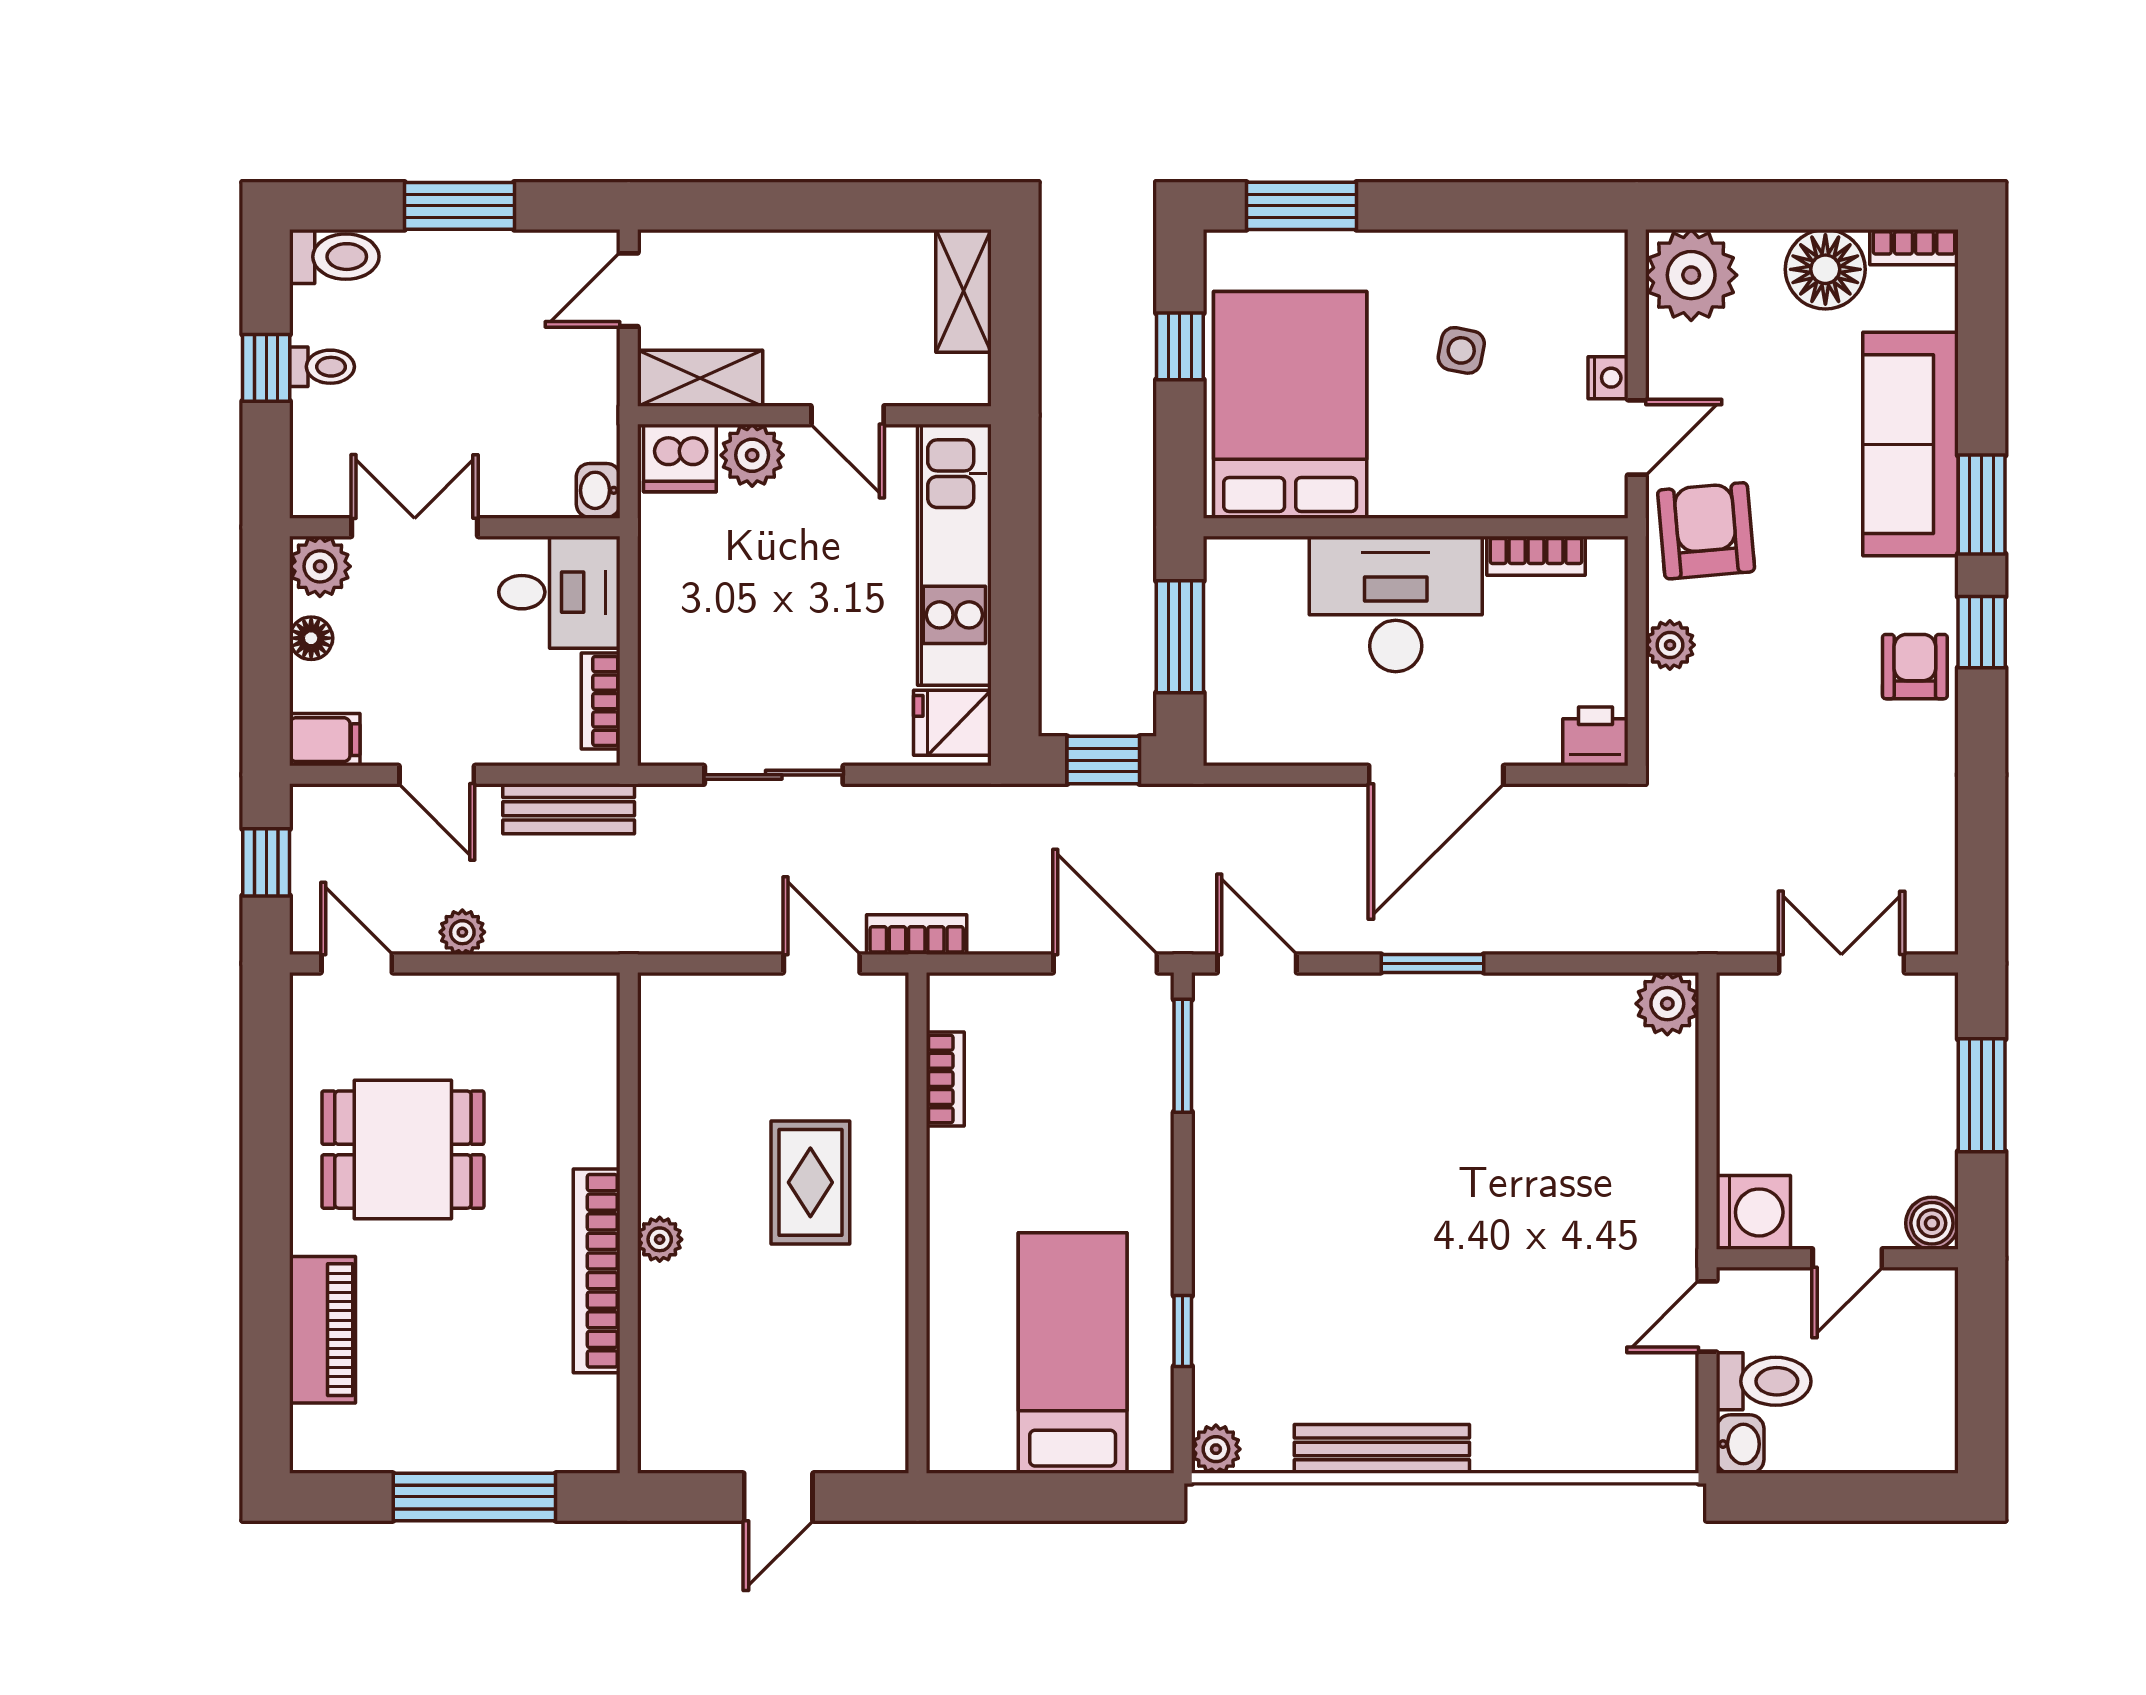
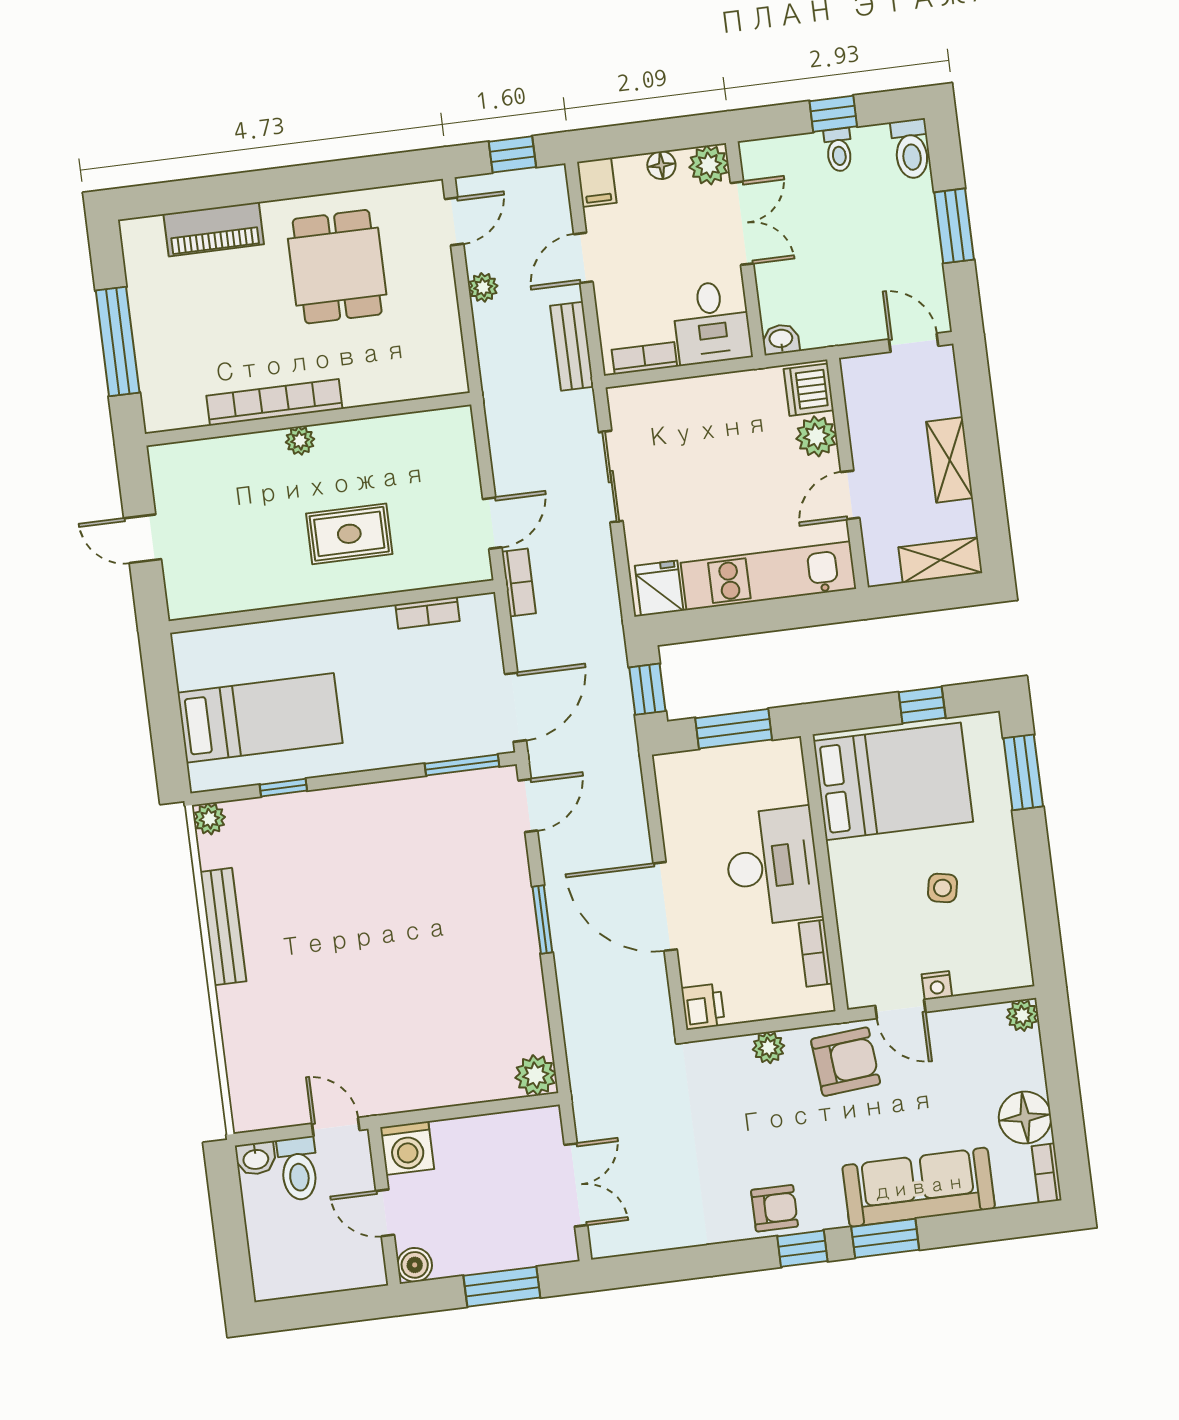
plant: (1691, 275) -> (1022, 1015), width x0.53, depth x0.53
shelving: (700, 378) -> (950, 460), moved

